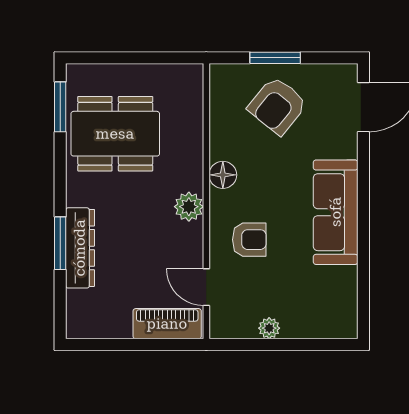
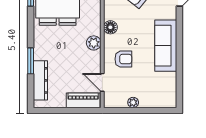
dresser: (80, 248) -> (40, 80), moved

